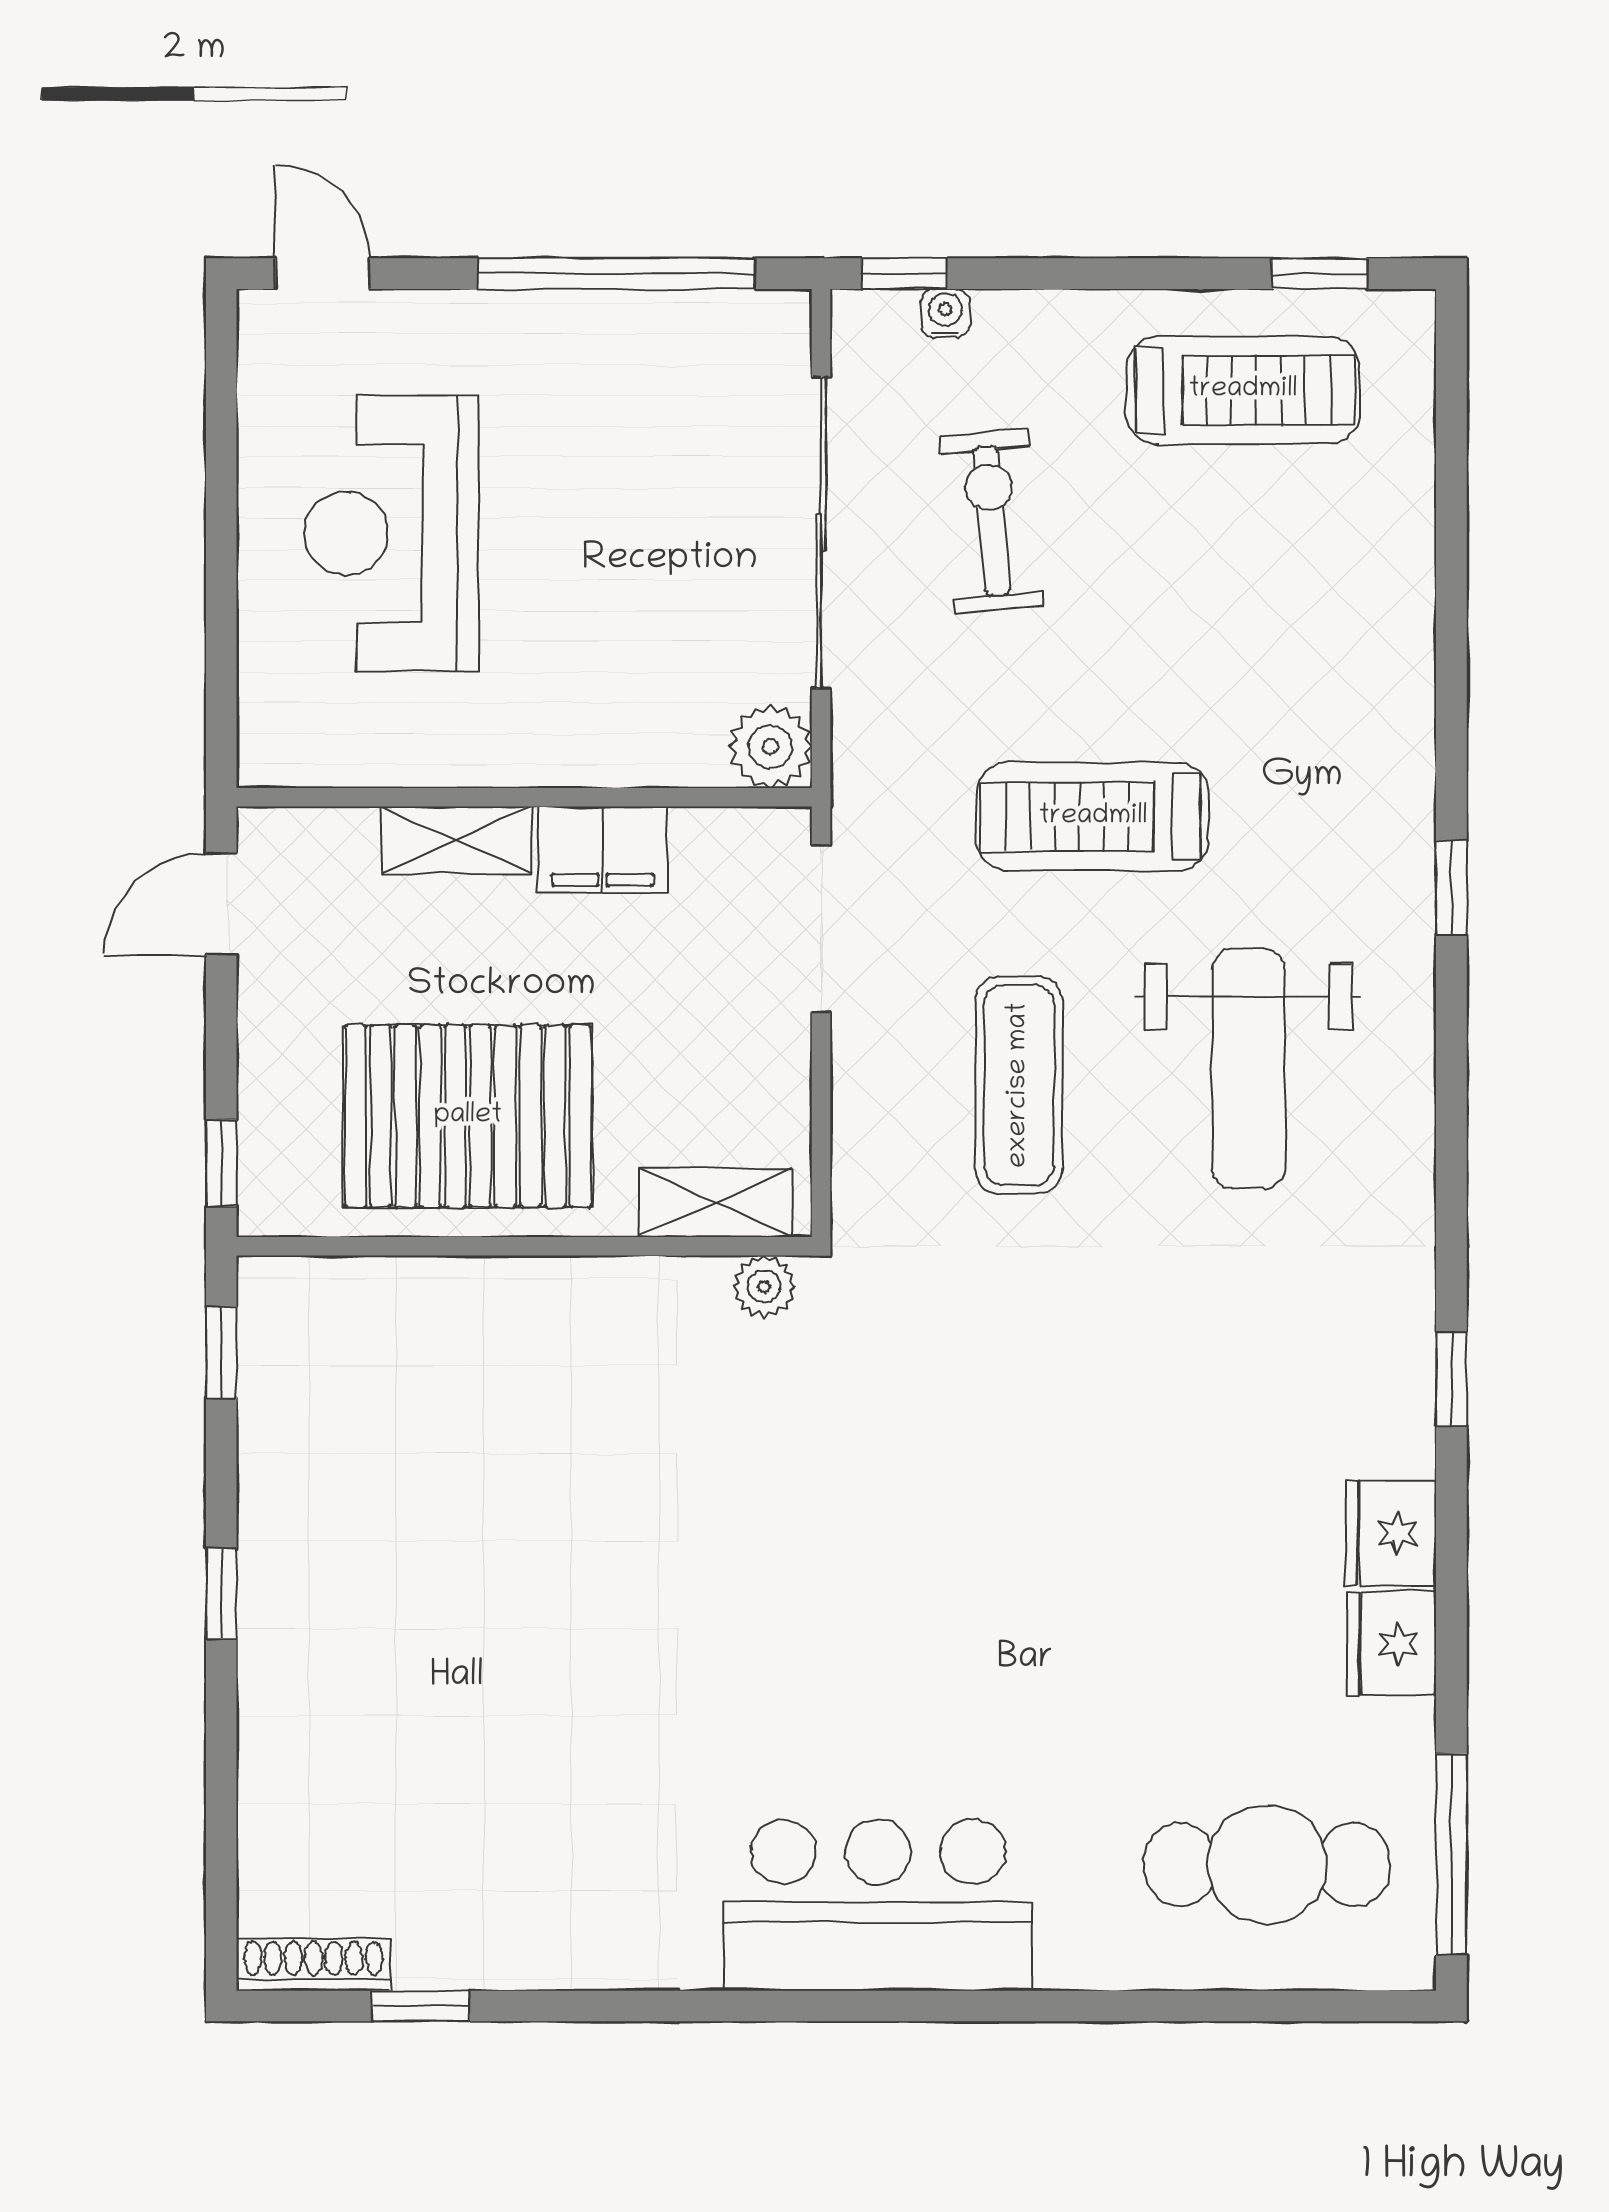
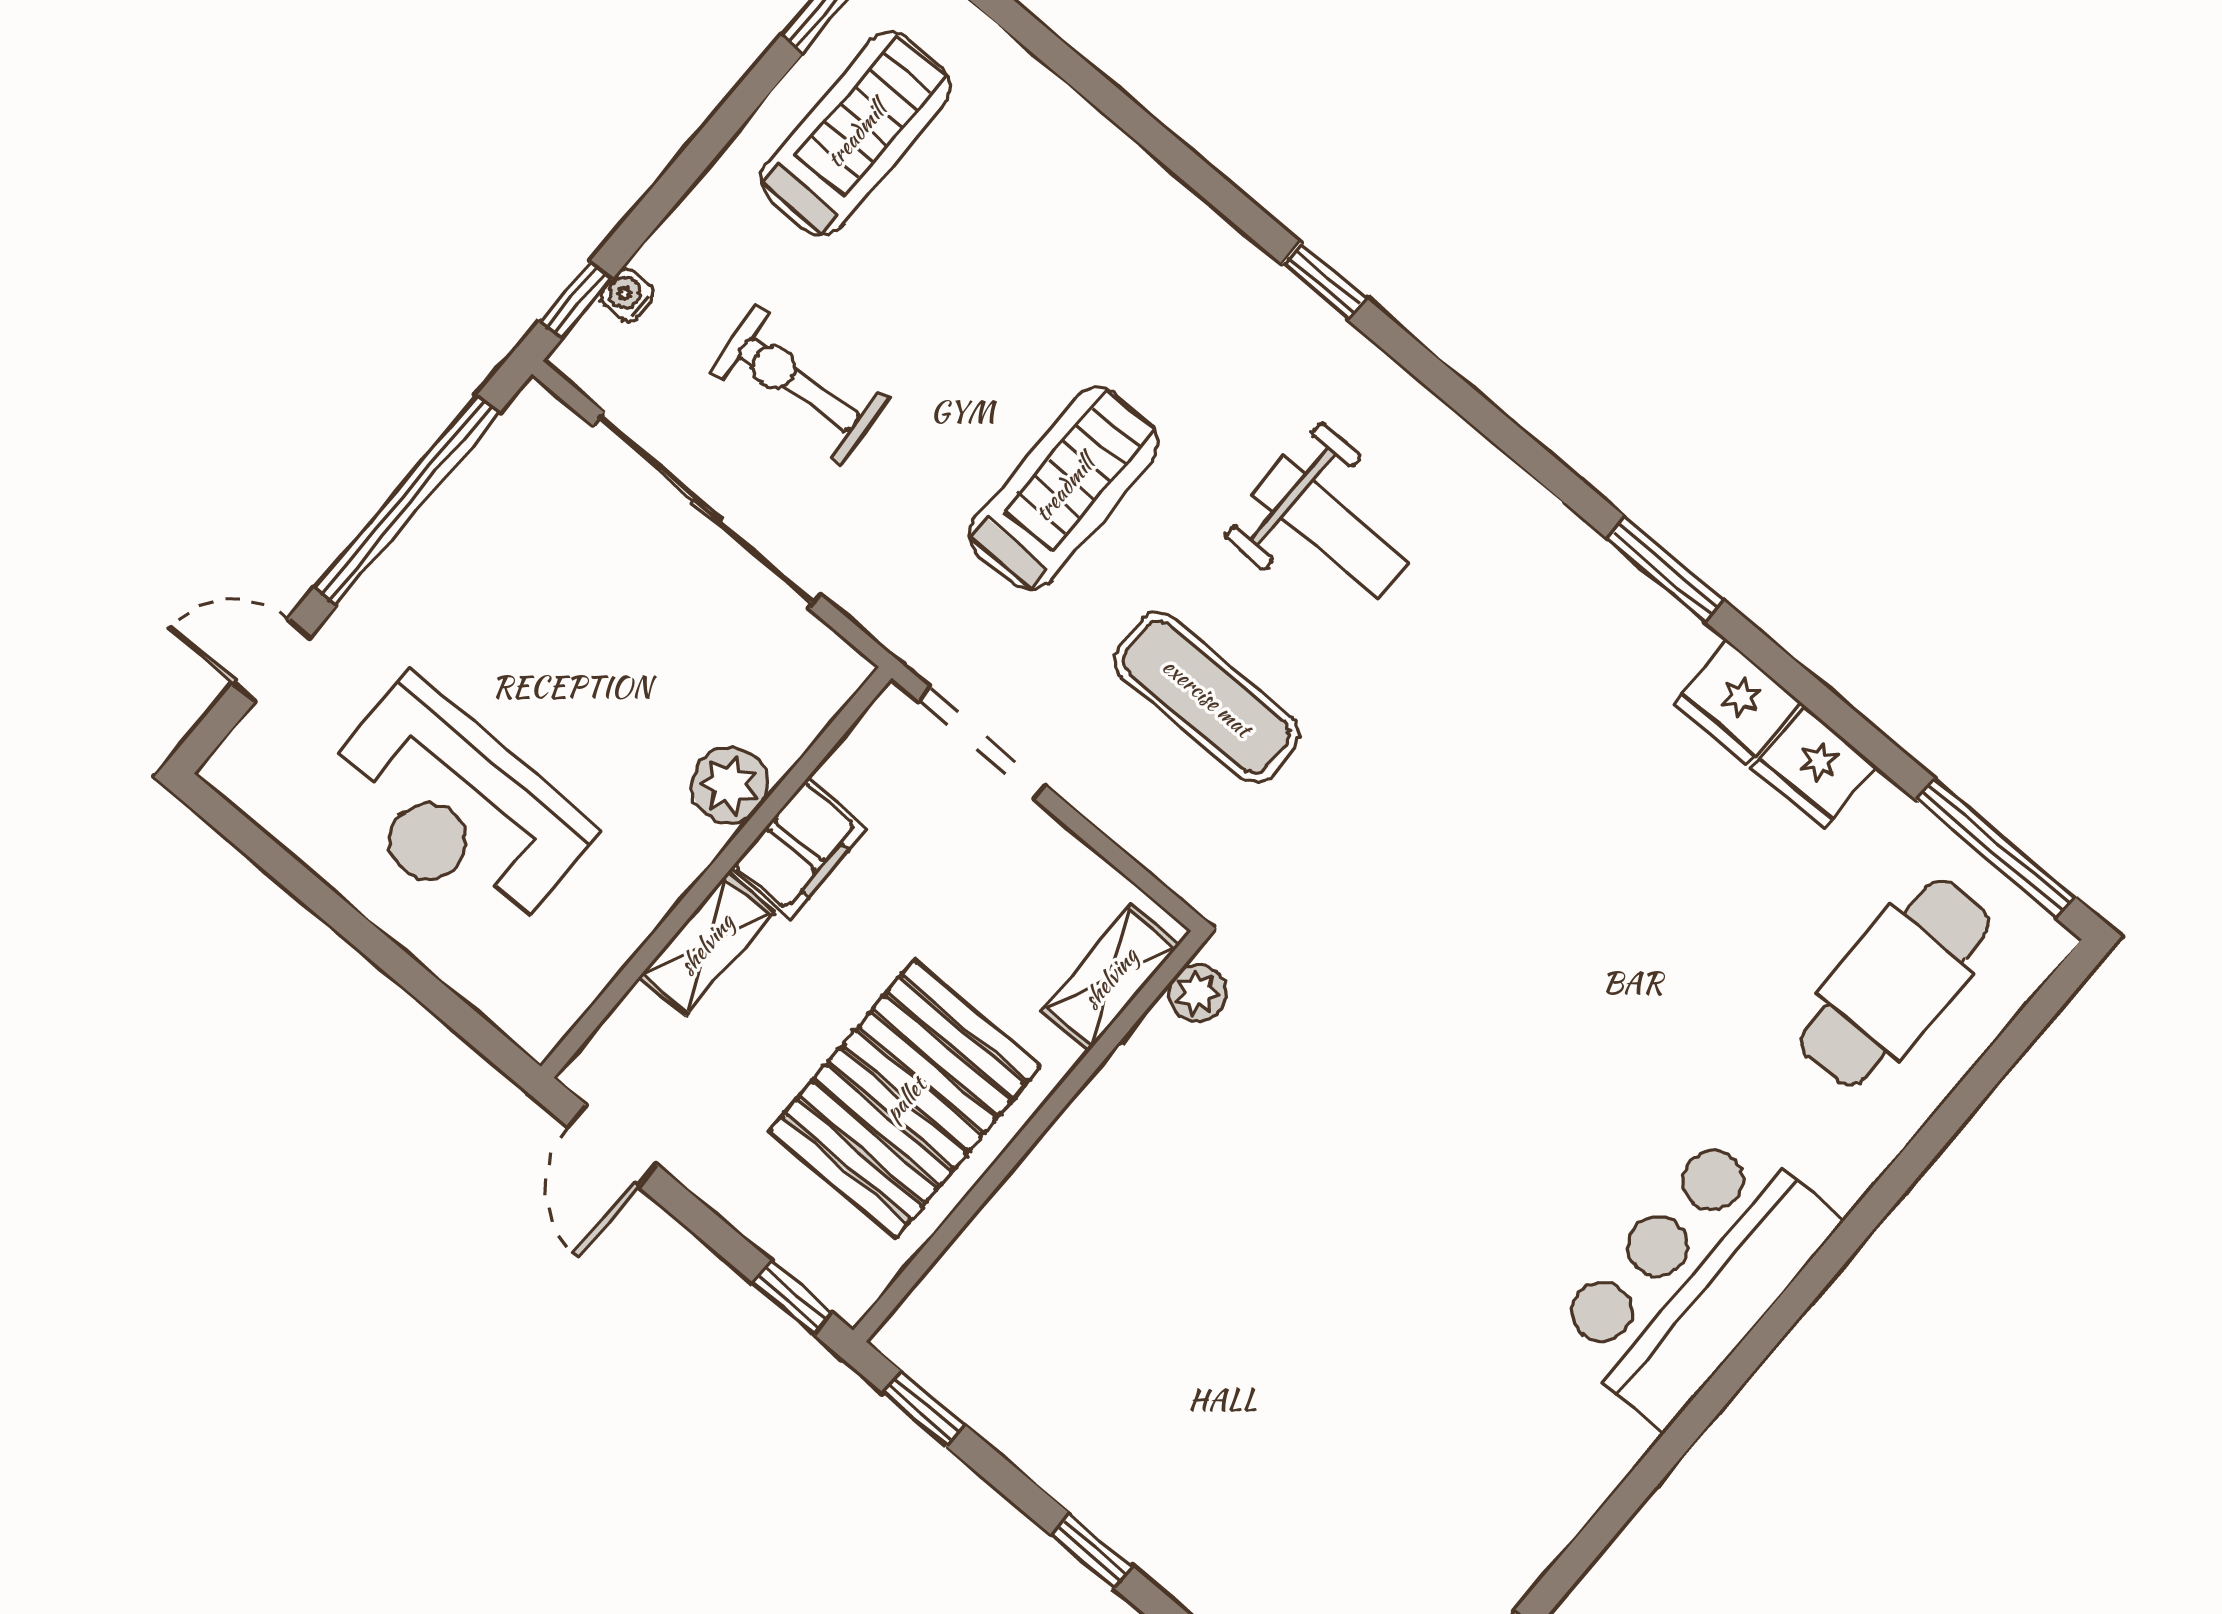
door: (322, 274) -> (271, 661), moved
plant: (770, 747) -> (730, 785), moved
treadmill: (1093, 817) -> (1064, 488), turned 180
weight bench: (1248, 1069) -> (1331, 528), width x0.73, depth x0.75
window: (1451, 1379) -> (1665, 569), width x1.50

